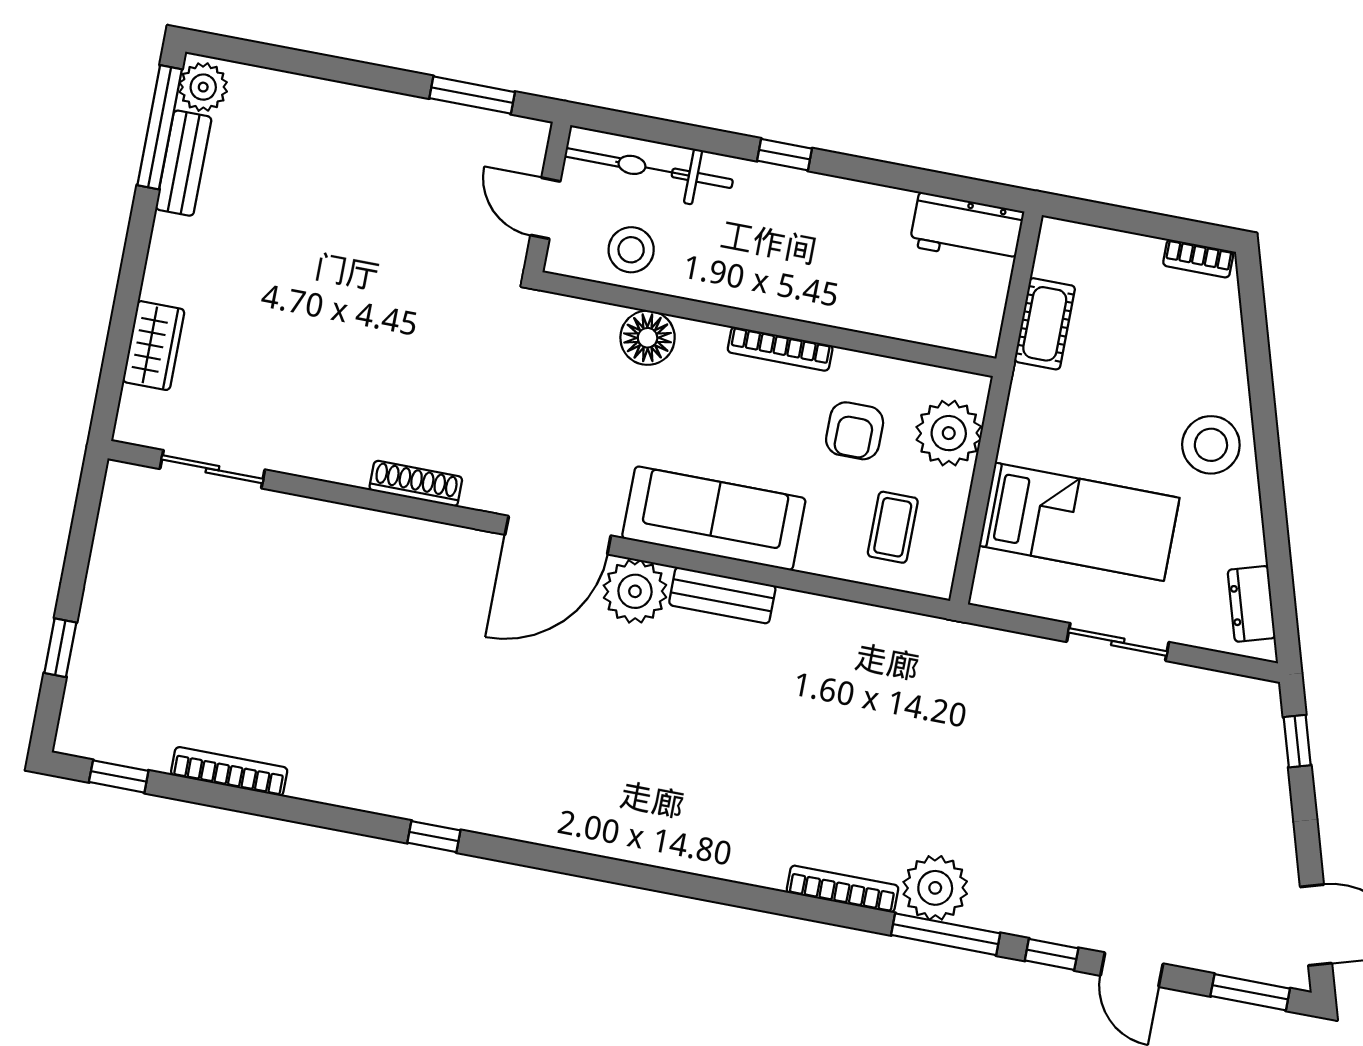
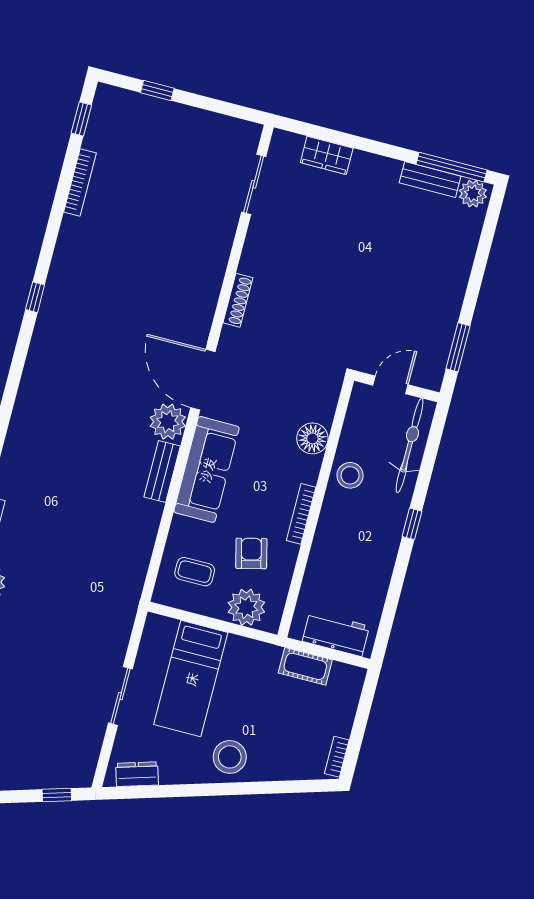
workbench: (967, 229) -> (336, 634), moved, turned 90
stool: (631, 250) -> (350, 475), moved
armchair: (855, 431) -> (251, 553), turned 76

